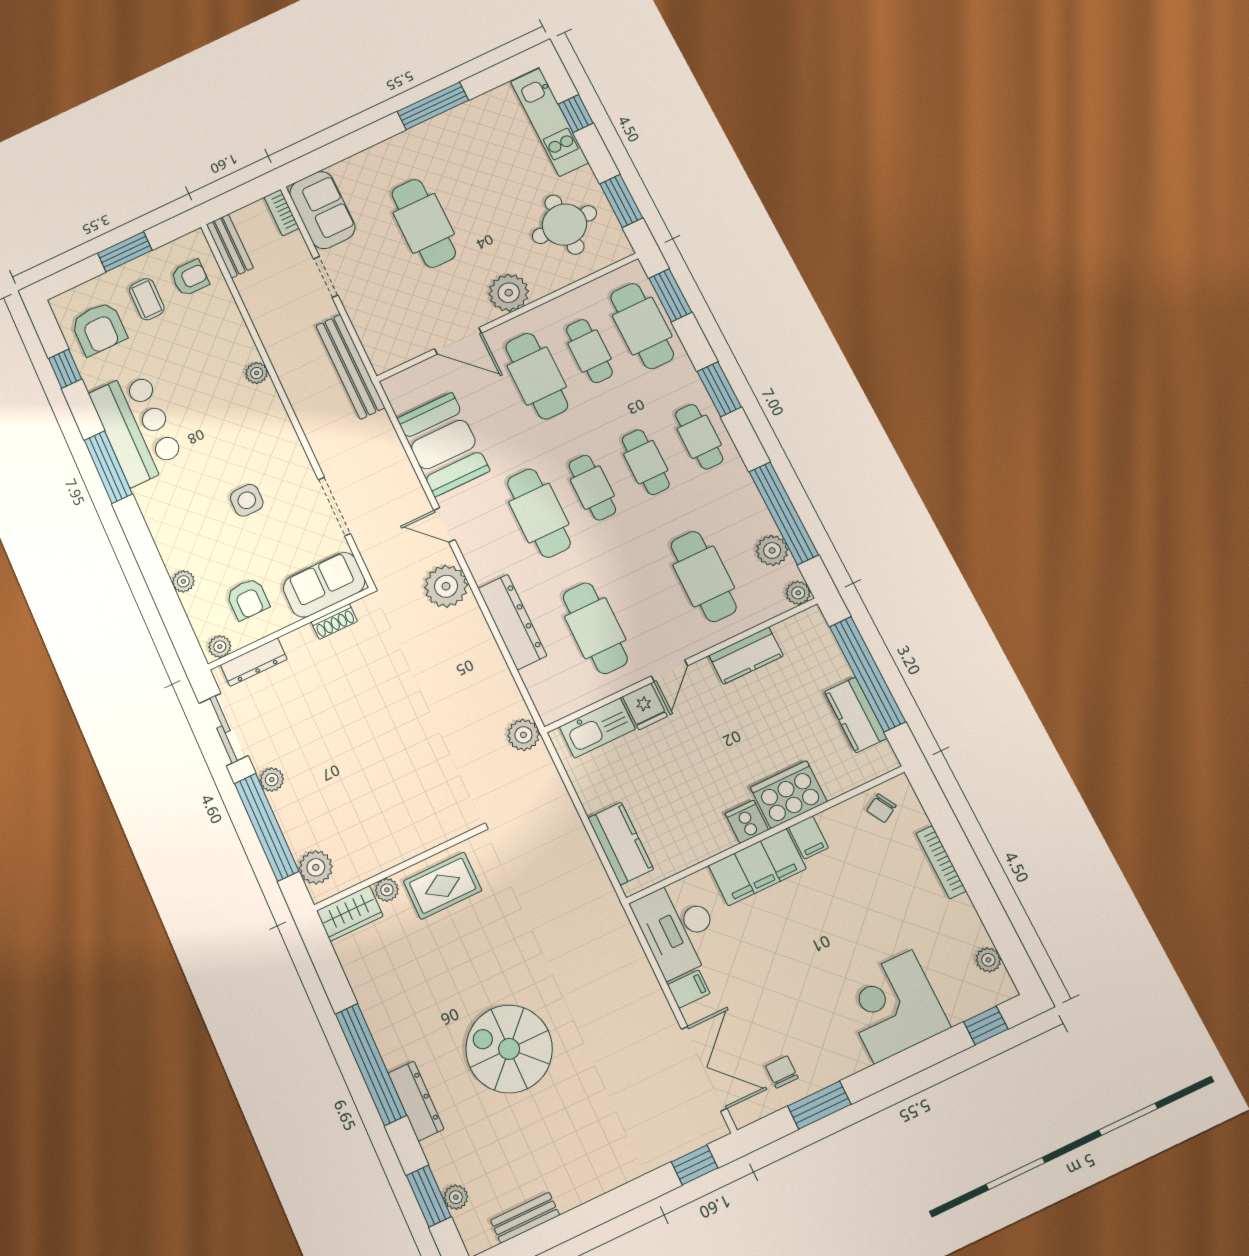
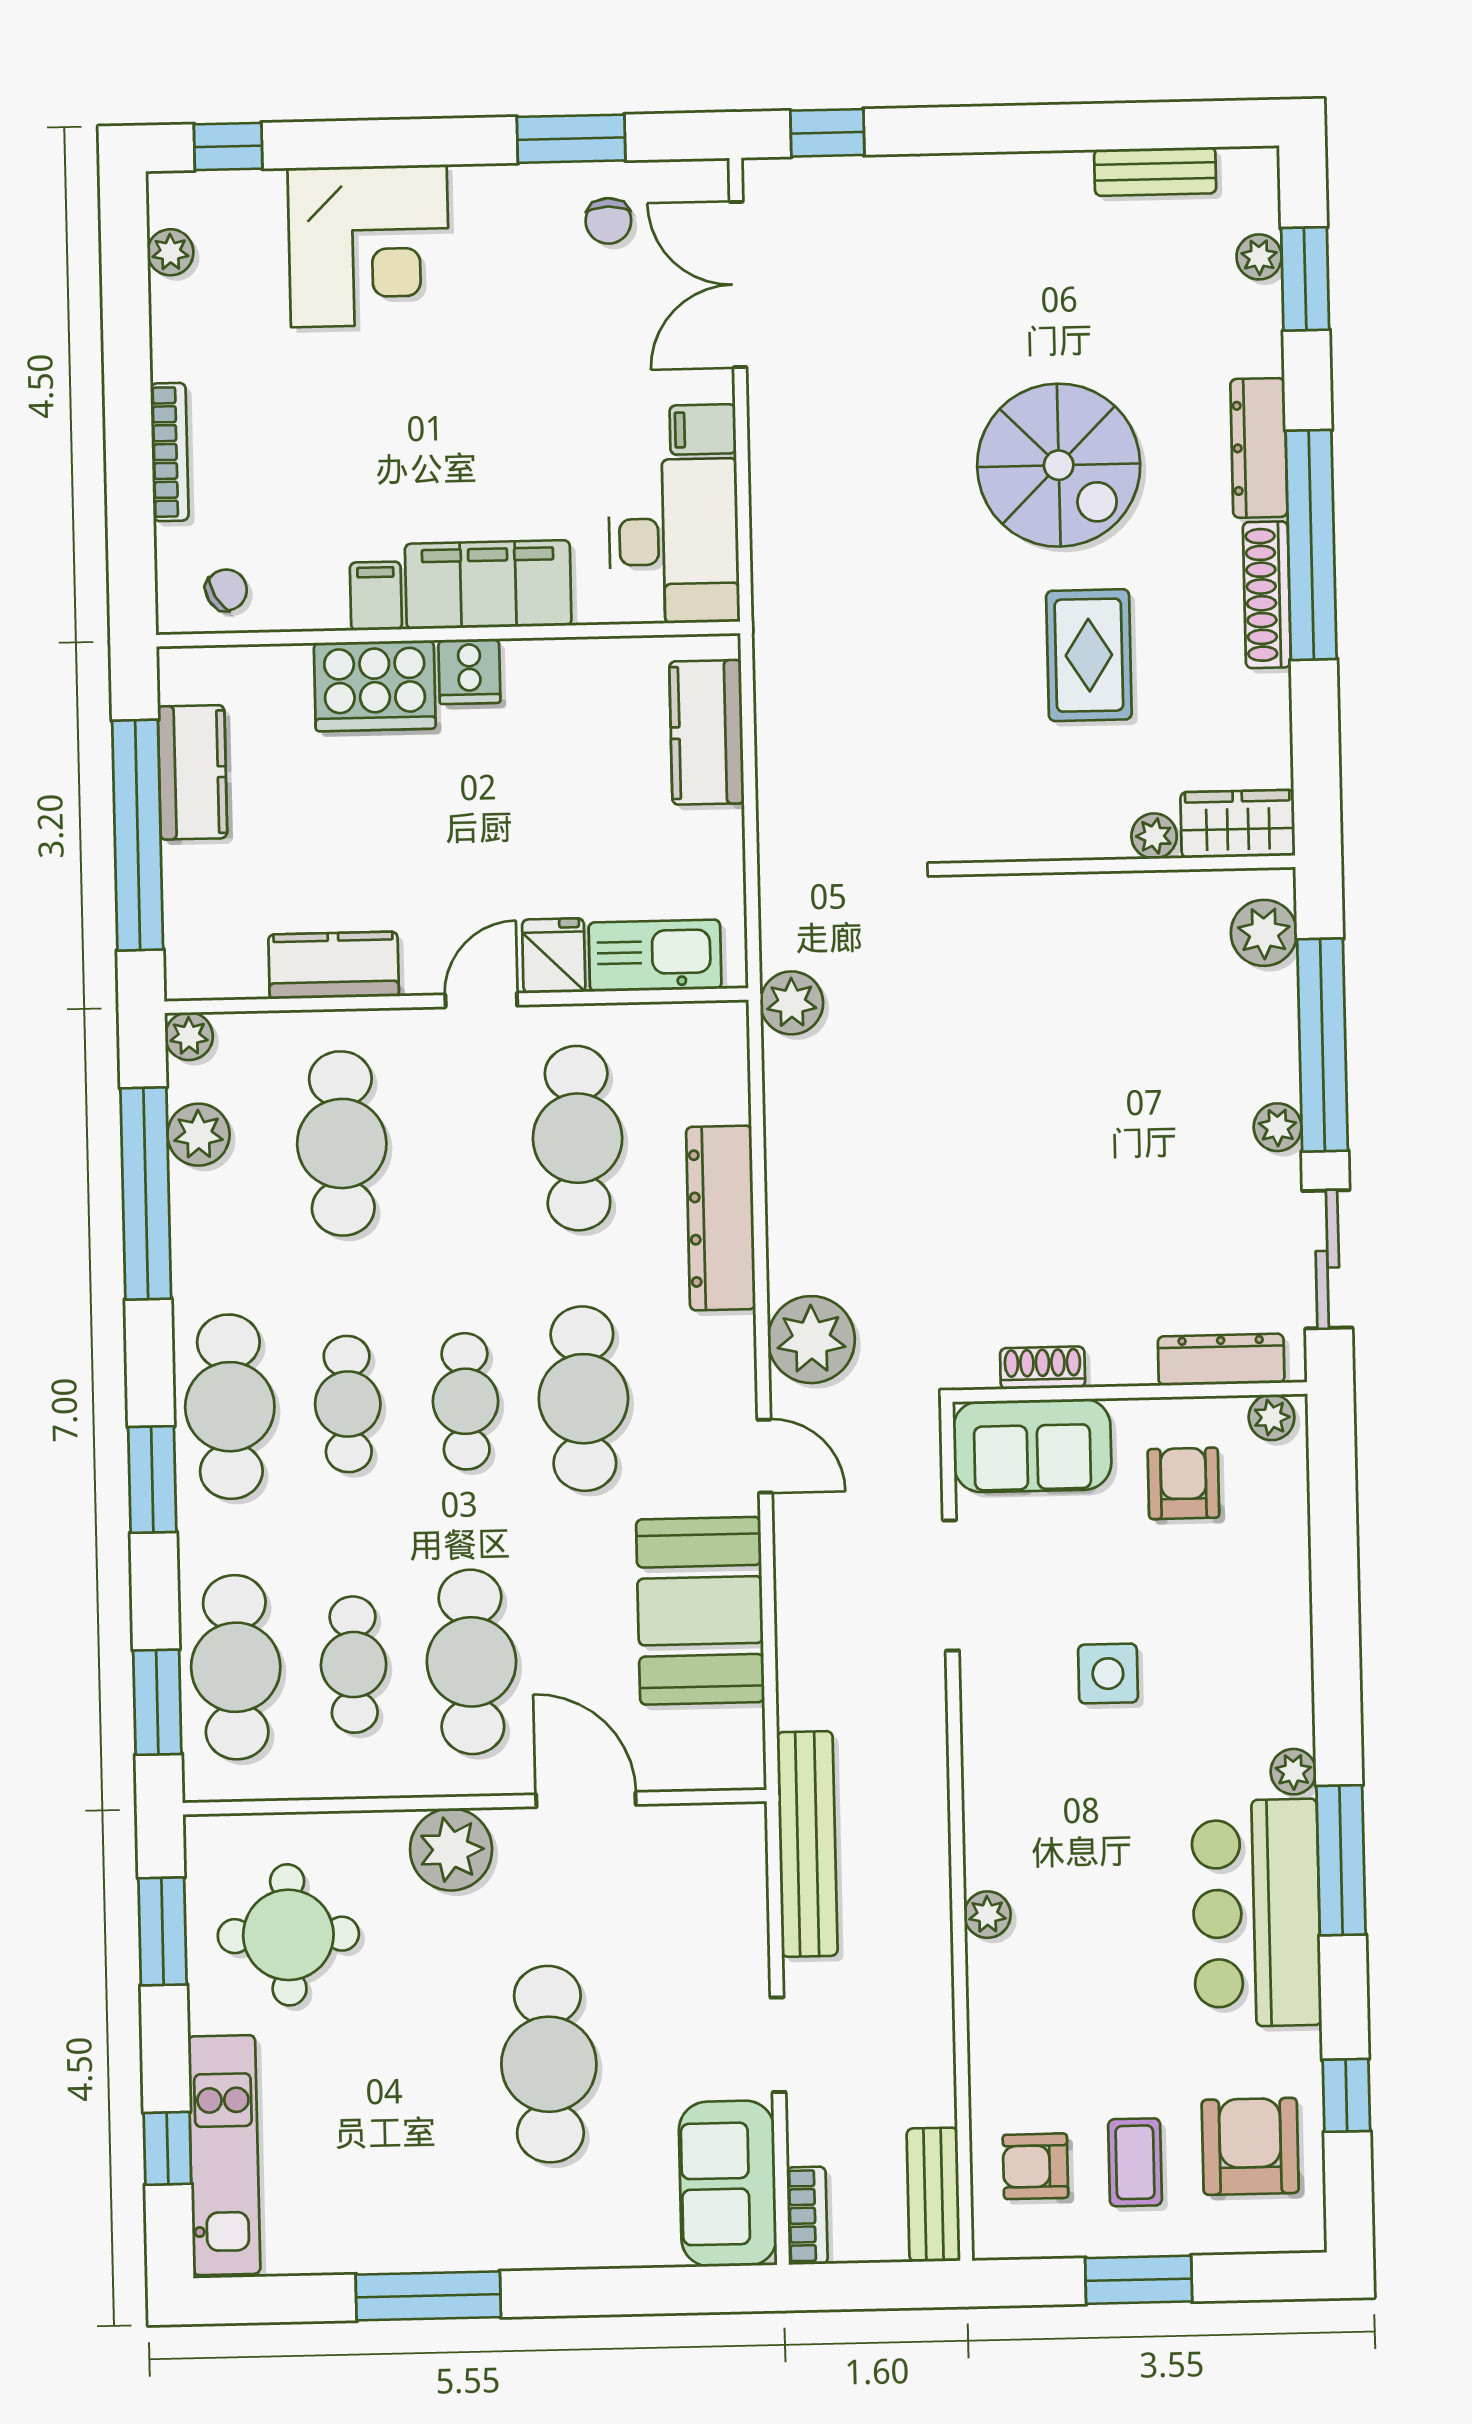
cafe table: (699, 437) -> (230, 1407), width x1.37, depth x1.35
plant: (183, 581) -> (1293, 1772), moved
rug: (443, 886) -> (1089, 655), moved, turned 90
shoe rack: (382, 1030) -> (1267, 595), added

